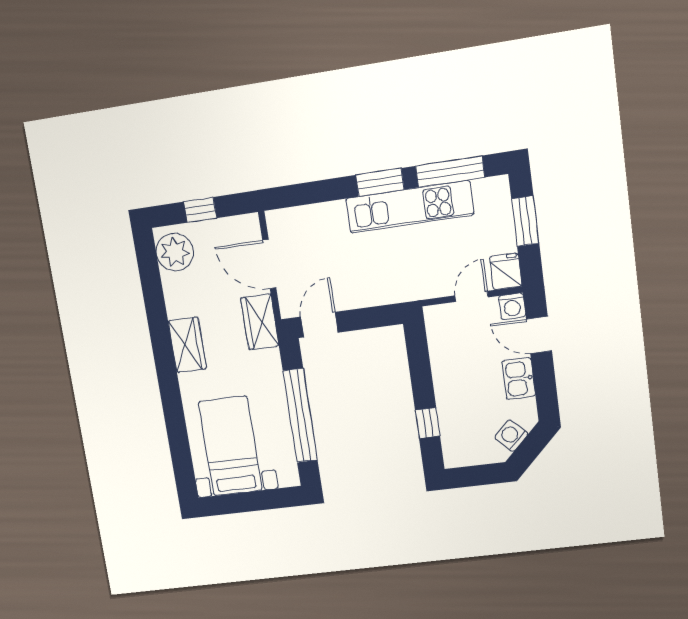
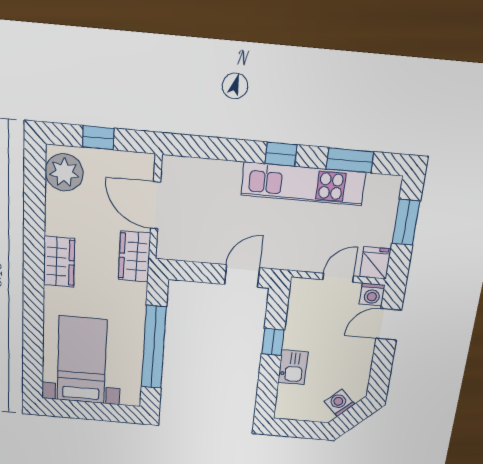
window: (450, 172) -> (350, 160), width x0.69
window: (380, 182) -> (281, 154), width x0.67
door: (319, 325) -> (242, 276), moved
door: (539, 335) -> (389, 324), hinge flipped
kitchen sink: (519, 379) -> (293, 367), moved, turned 180
window: (428, 423) -> (273, 342), moved

